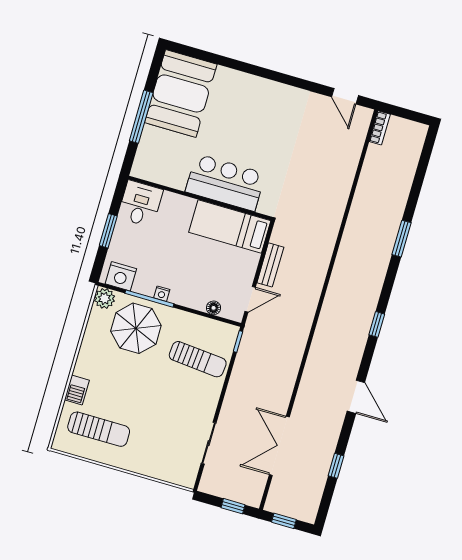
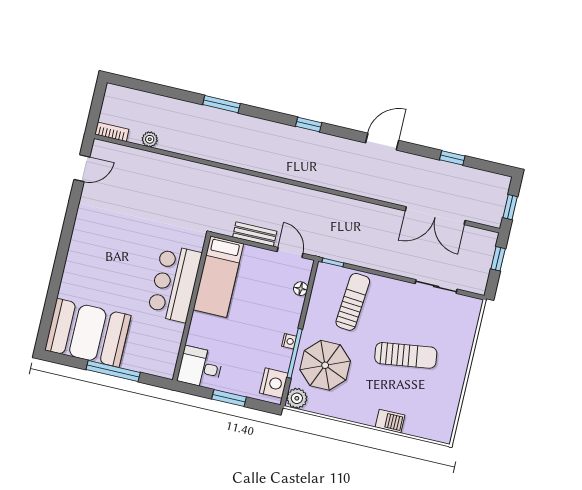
plant: (370, 165) -> (150, 139), added
sun lounger: (99, 429) -> (406, 355), moved, turned 82

